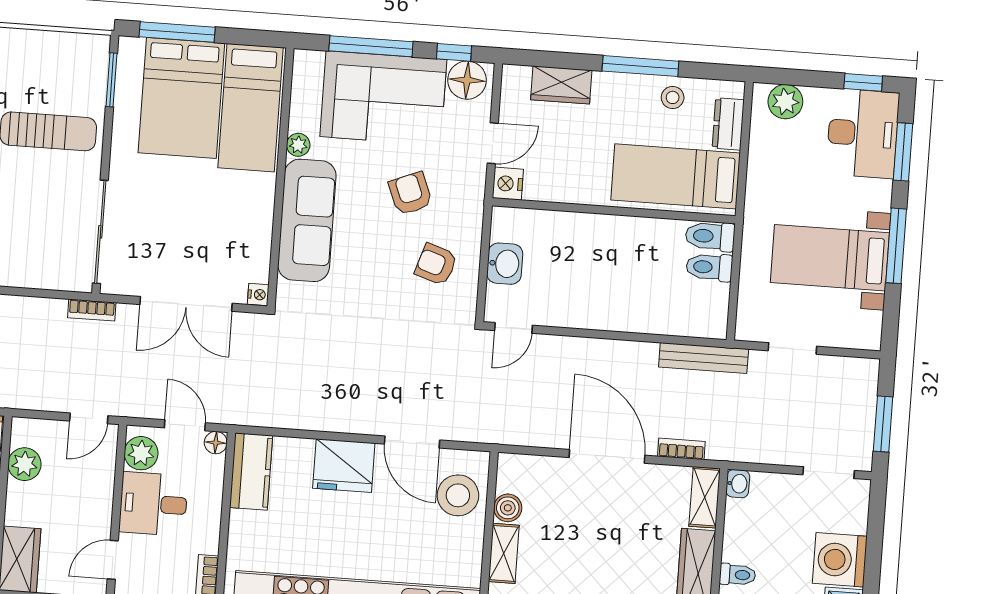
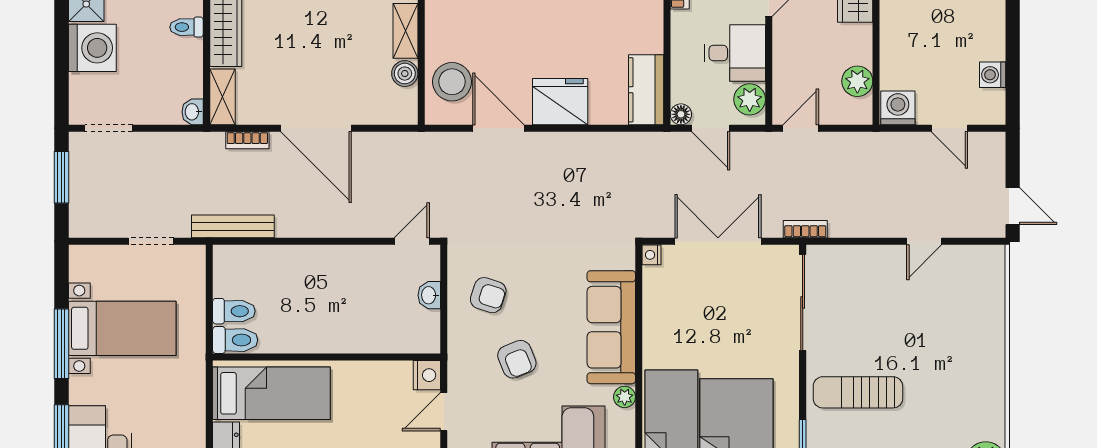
washbasin: (505, 264) -> (429, 295), width x0.72, depth x0.69

